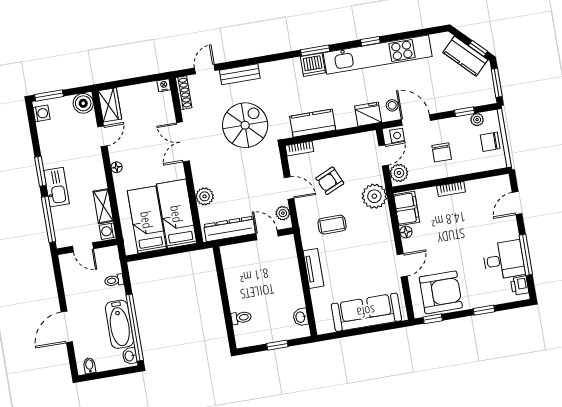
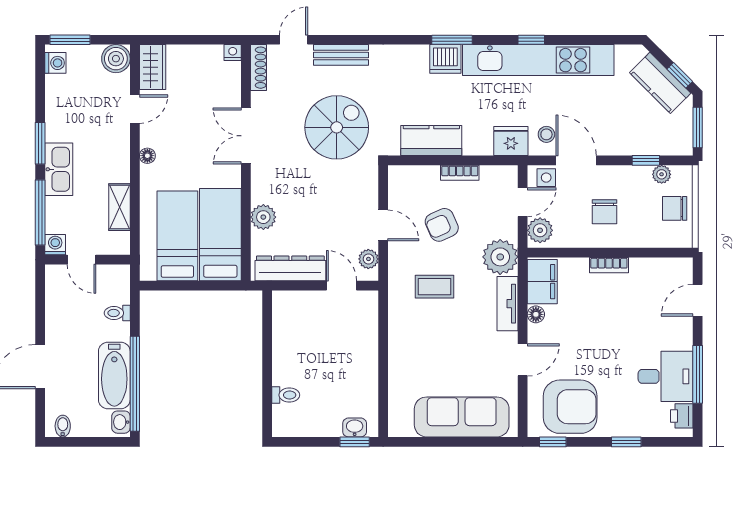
bookcase: (299, 149) -> (460, 173), moved
washing machine: (108, 231) -> (55, 245), moved, turned 90
tv unit: (313, 268) -> (508, 304), moved, turned 180
washbasin: (301, 317) -> (355, 427), moved, turned 90
window: (277, 345) -> (355, 442), moved

